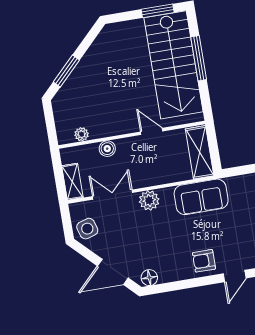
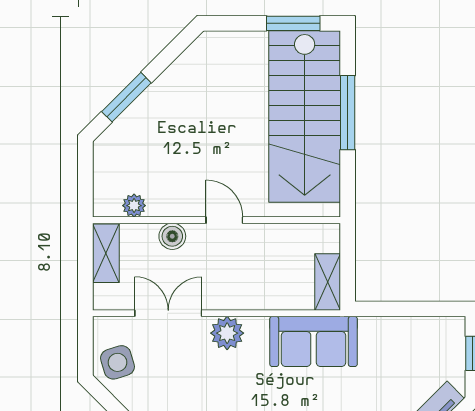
door: (152, 131) -> (224, 220), moved
shelving: (200, 152) -> (328, 282), width x0.67, depth x0.75
shelving: (72, 182) -> (106, 253), moved

